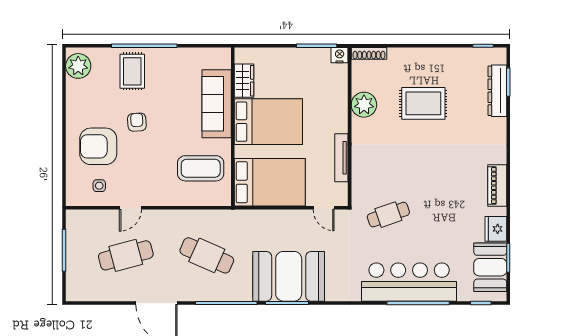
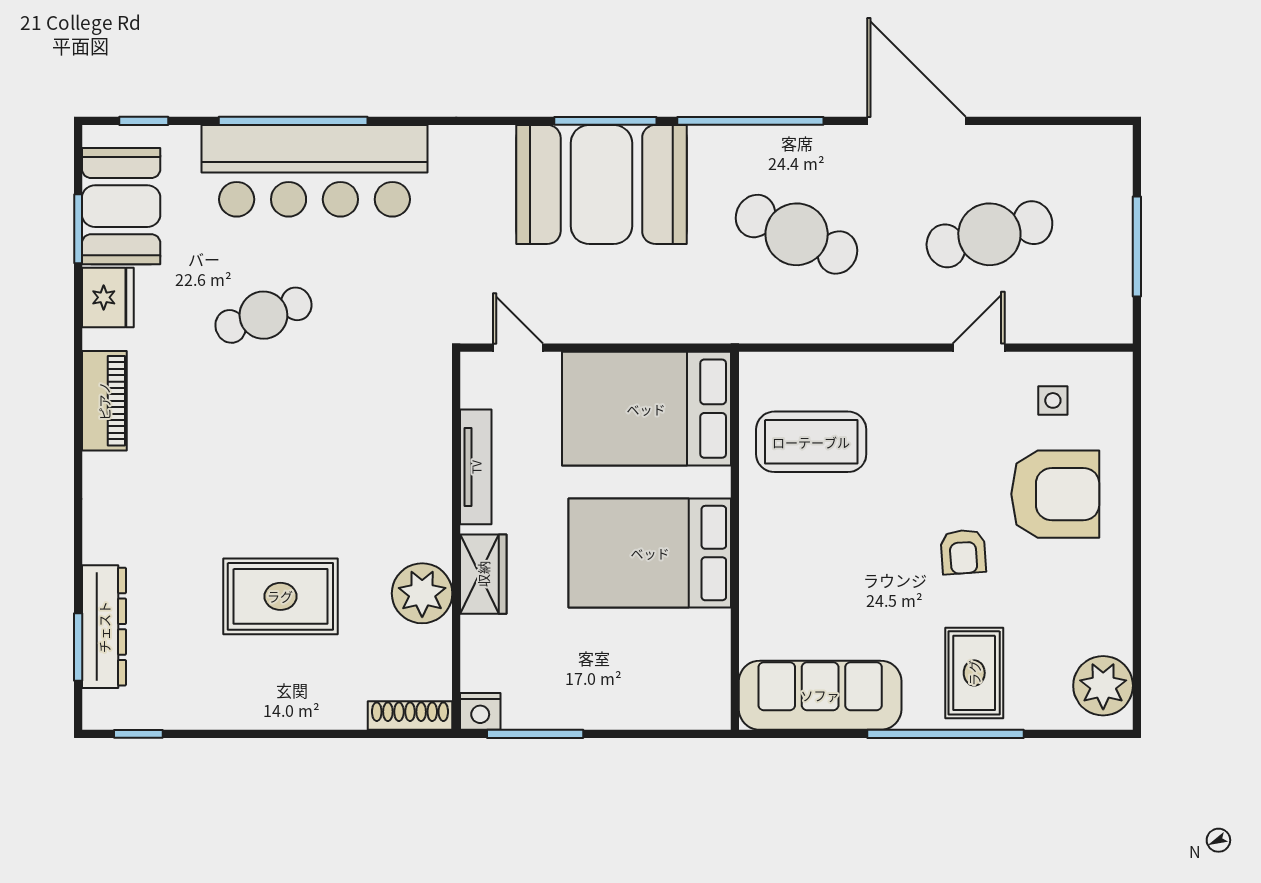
wardrobe: (244, 81) -> (483, 574), moved, turned 180
sofa: (217, 104) -> (820, 695), moved, turned -90
cafe table: (388, 215) -> (263, 315), moved

